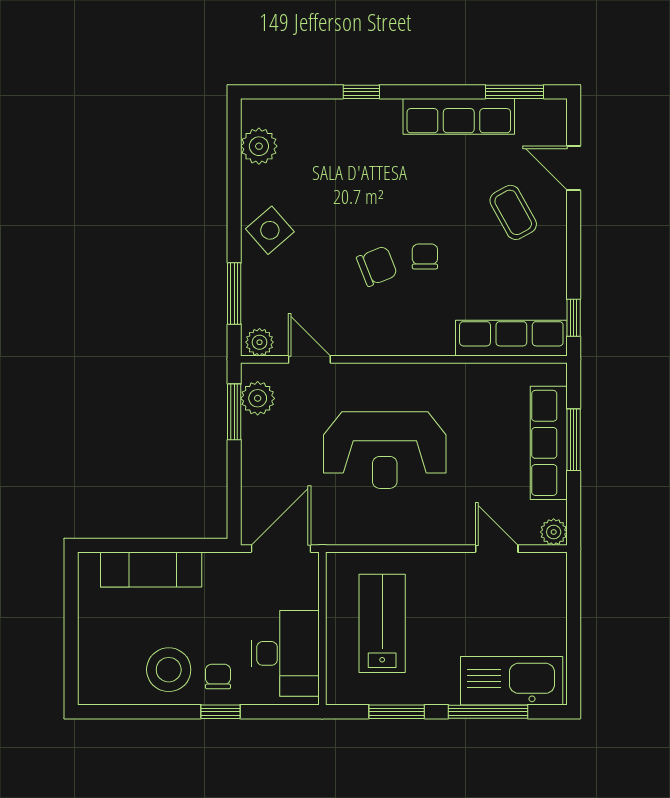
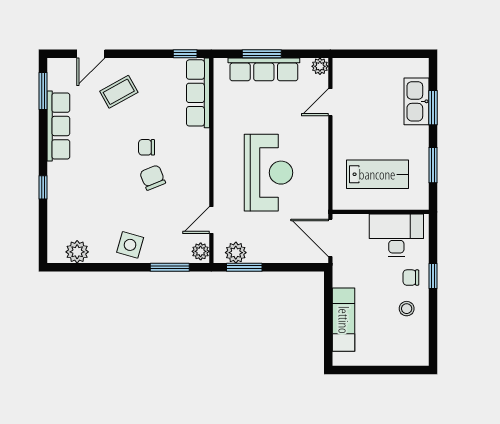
side table: (270, 230) -> (130, 245), turned -33
lab bench: (382, 623) -> (377, 174), turned 180
stool: (169, 670) -> (407, 309), width x0.53, depth x0.53
kitchen sink: (512, 681) -> (417, 101), width x0.73, depth x0.81
window: (488, 712) -> (433, 108), width x0.69

